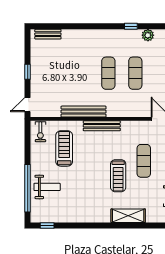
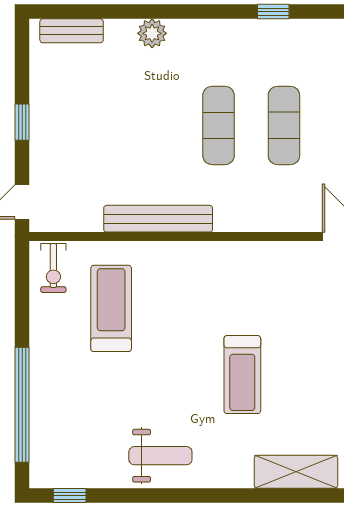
plant: (148, 35) -> (152, 33), moved
bench: (102, 126) -> (202, 253), removed
exercise mat: (144, 161) -> (304, 339), removed
weight bench: (47, 187) -> (160, 456), moved
shelving: (128, 216) -> (296, 472), moved

